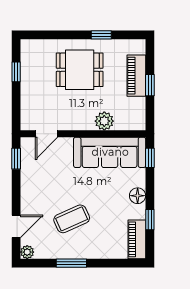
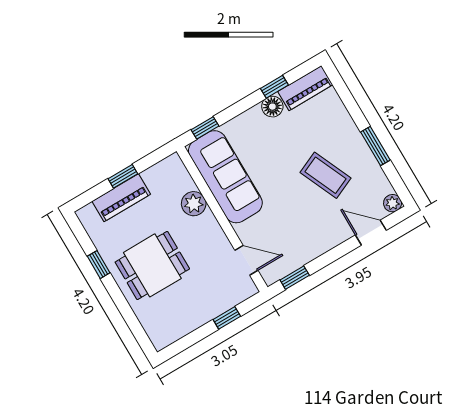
dining table: (80, 70) -> (152, 265), turned 90
window: (16, 72) -> (227, 318), moved
floor lamp: (138, 196) -> (272, 107), moved

